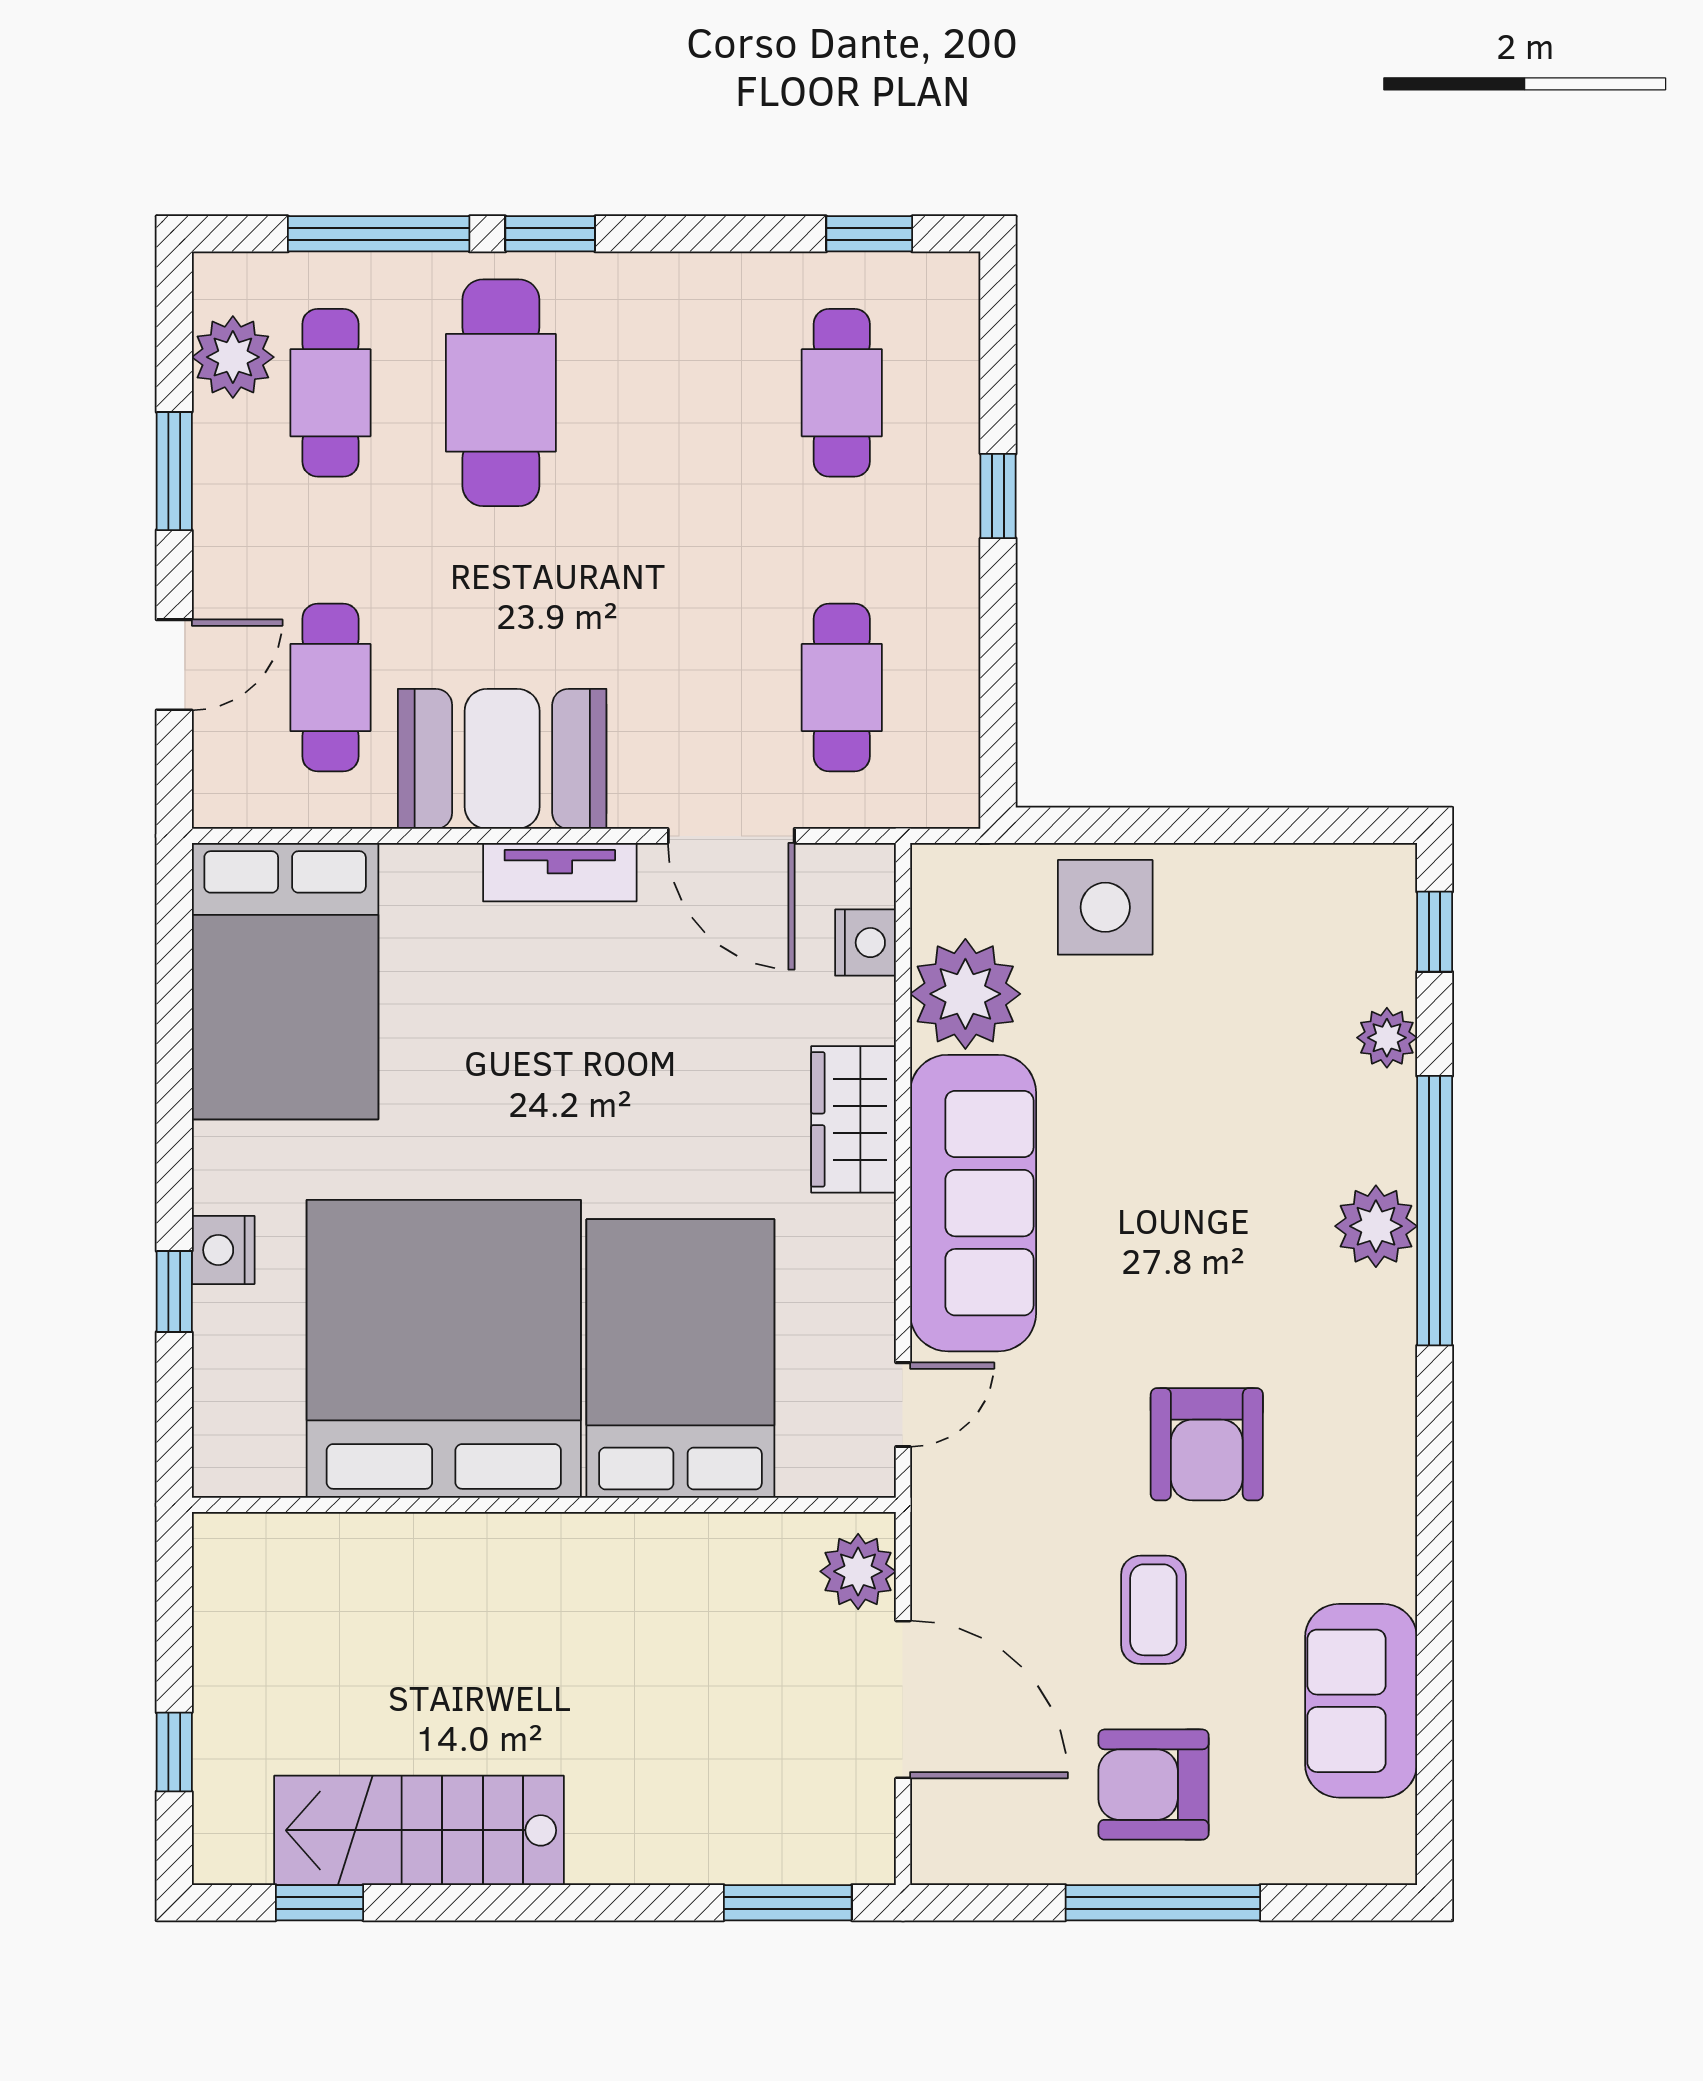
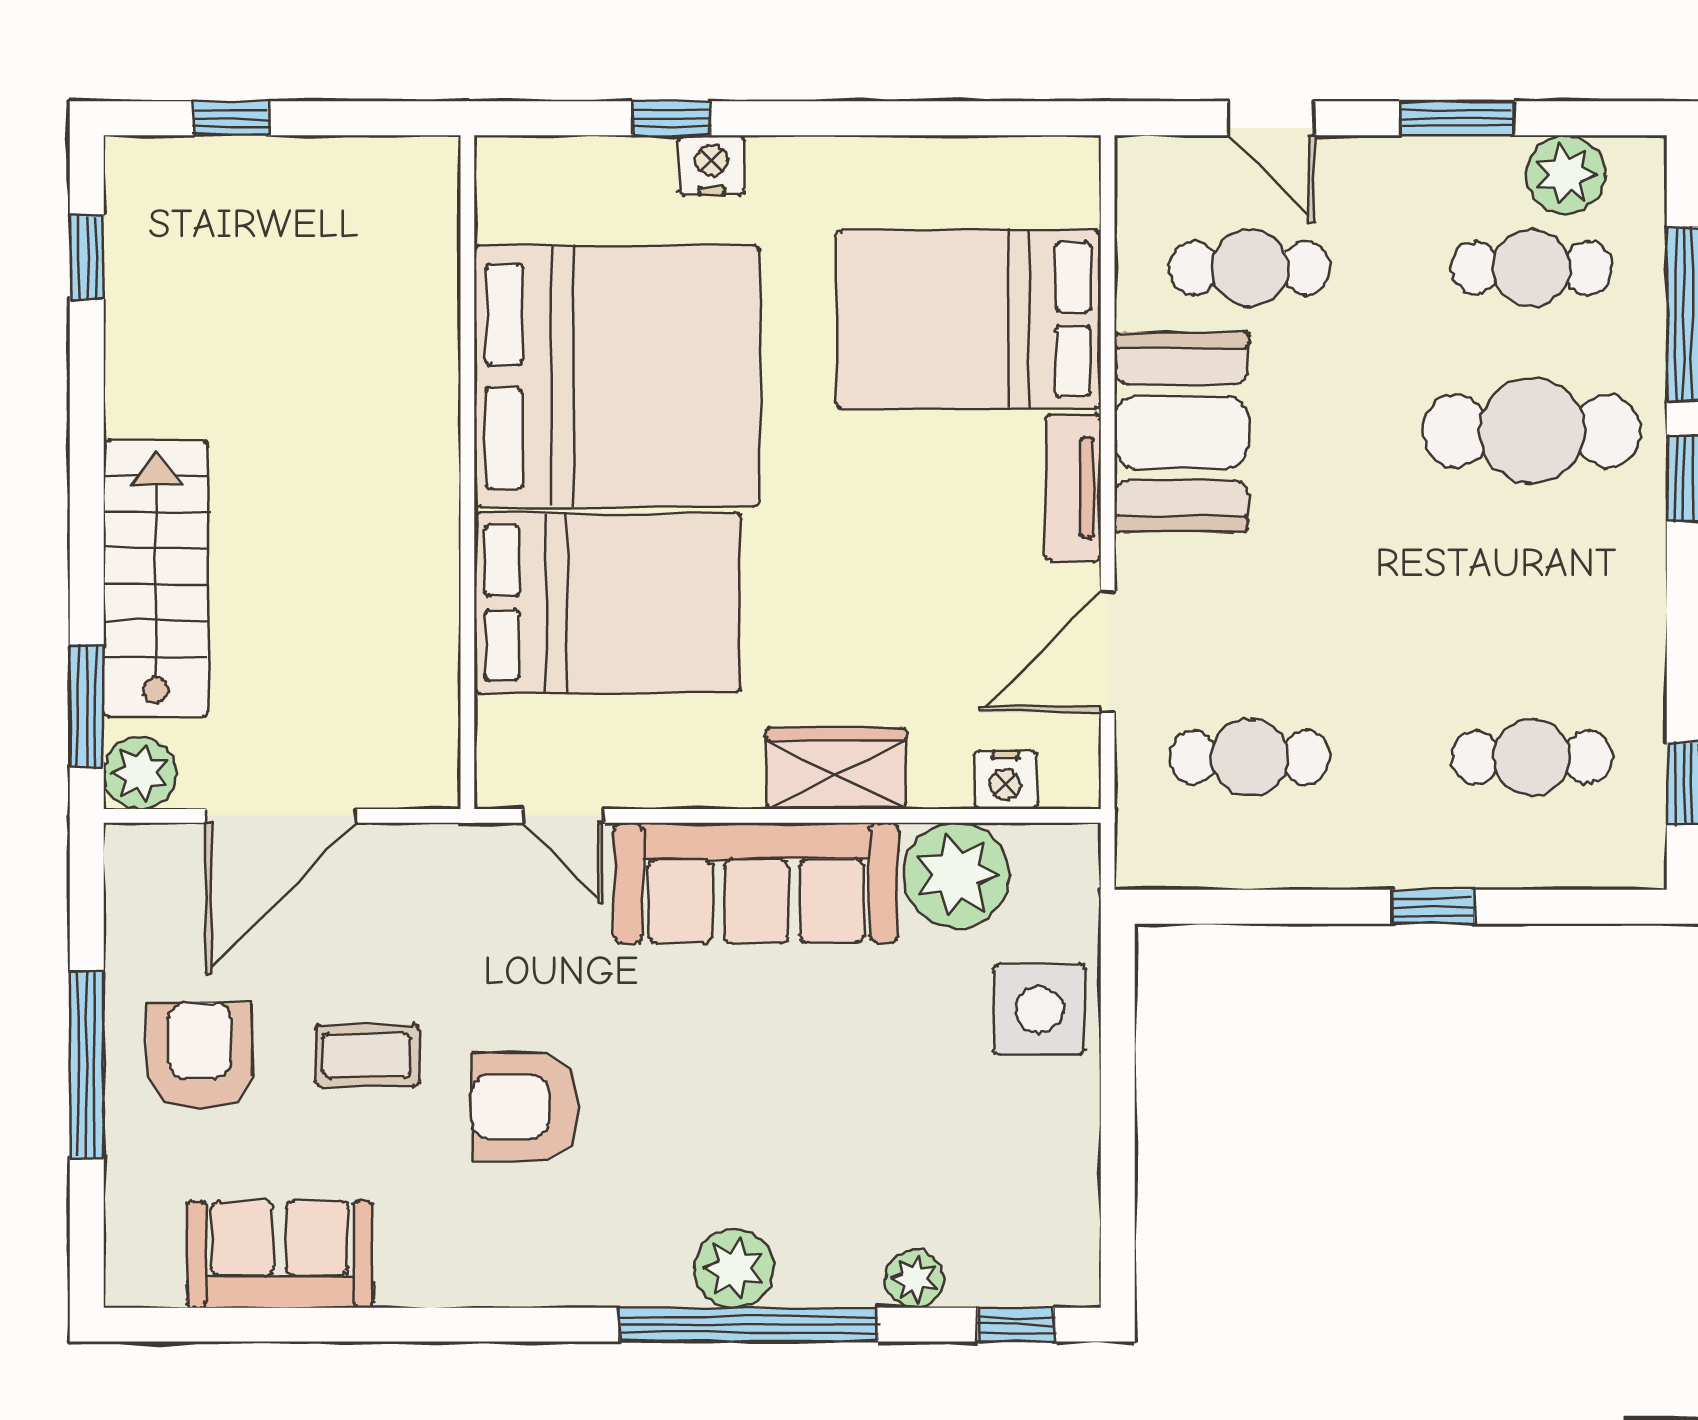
bed: (285, 981) -> (969, 319), moved
plant: (858, 1571) -> (140, 773), moved
stairs: (419, 1830) -> (156, 579), moved

